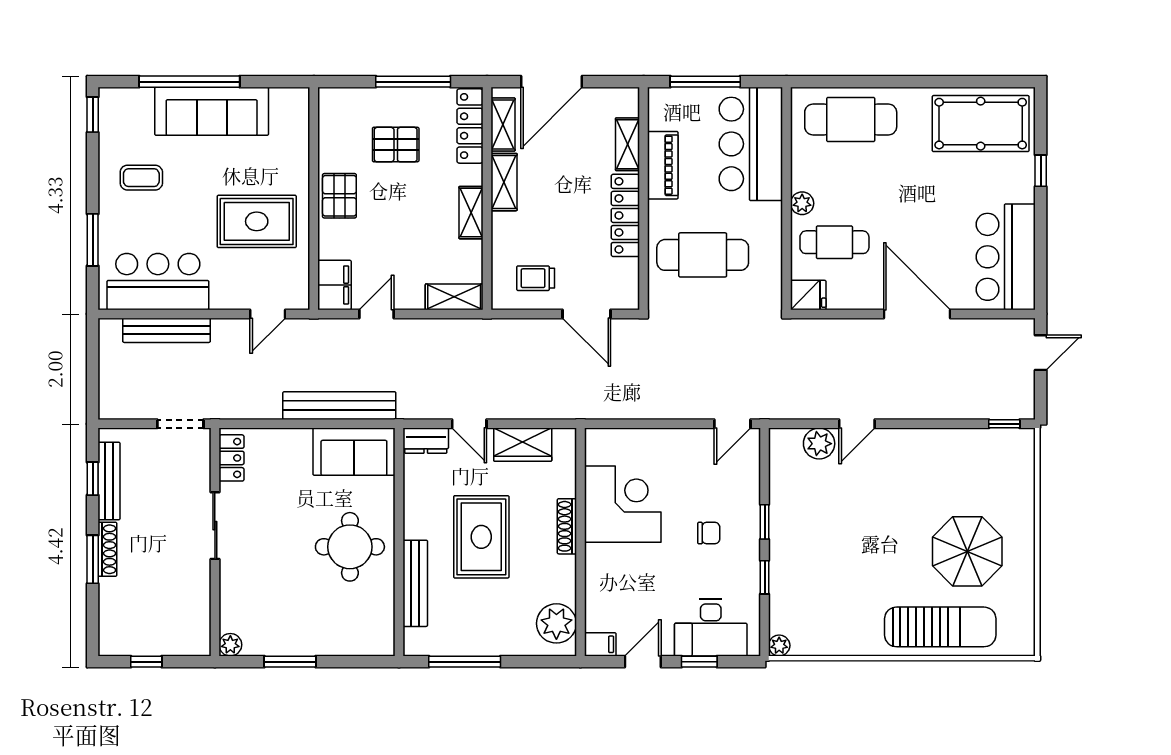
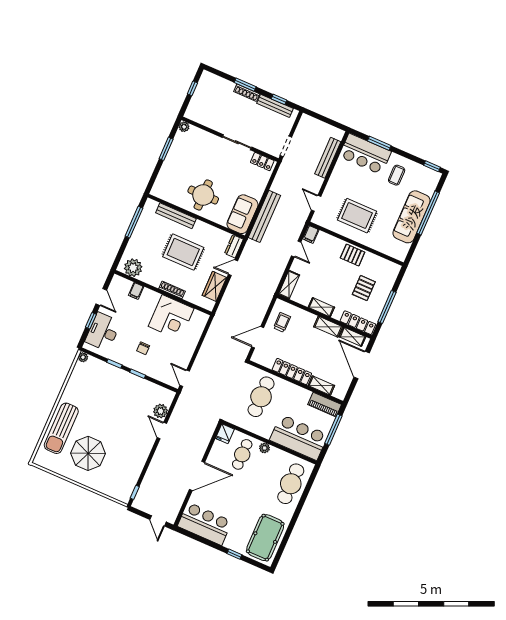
piano: (663, 165) -> (325, 405), moved
rug: (257, 221) -> (357, 216), turned 90
bar counter: (158, 282) -> (365, 154), moved, turned 90
filing cabinet: (334, 285) -> (311, 234), width x0.50
filing cabinet: (600, 644) -> (136, 291), moved

